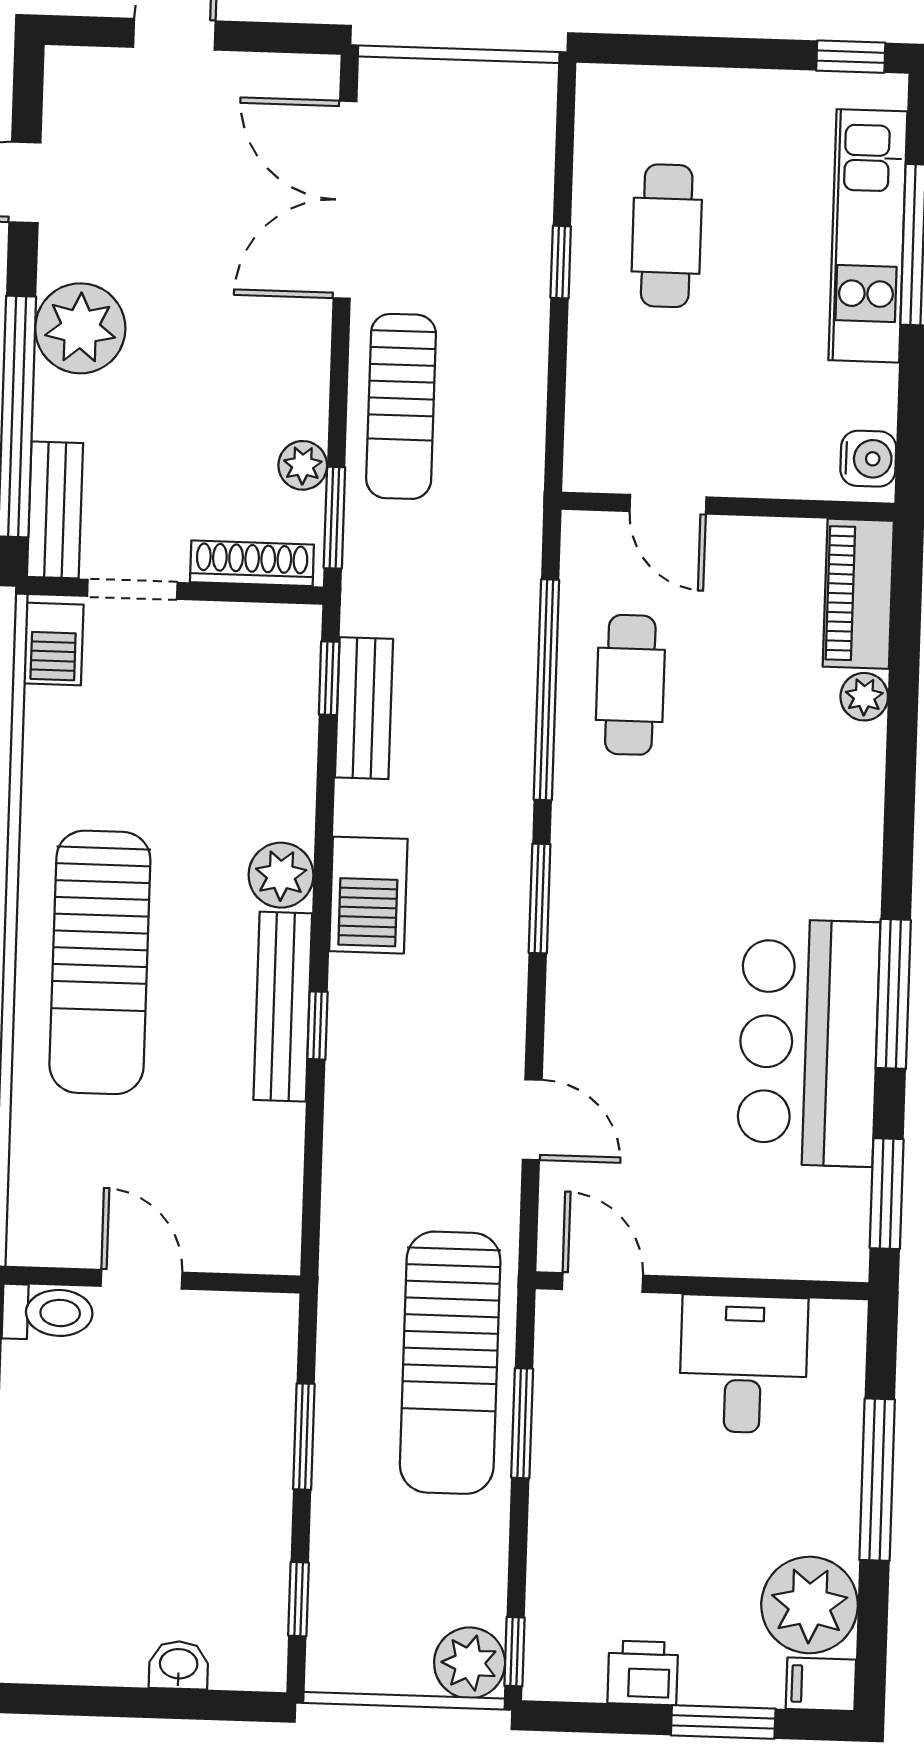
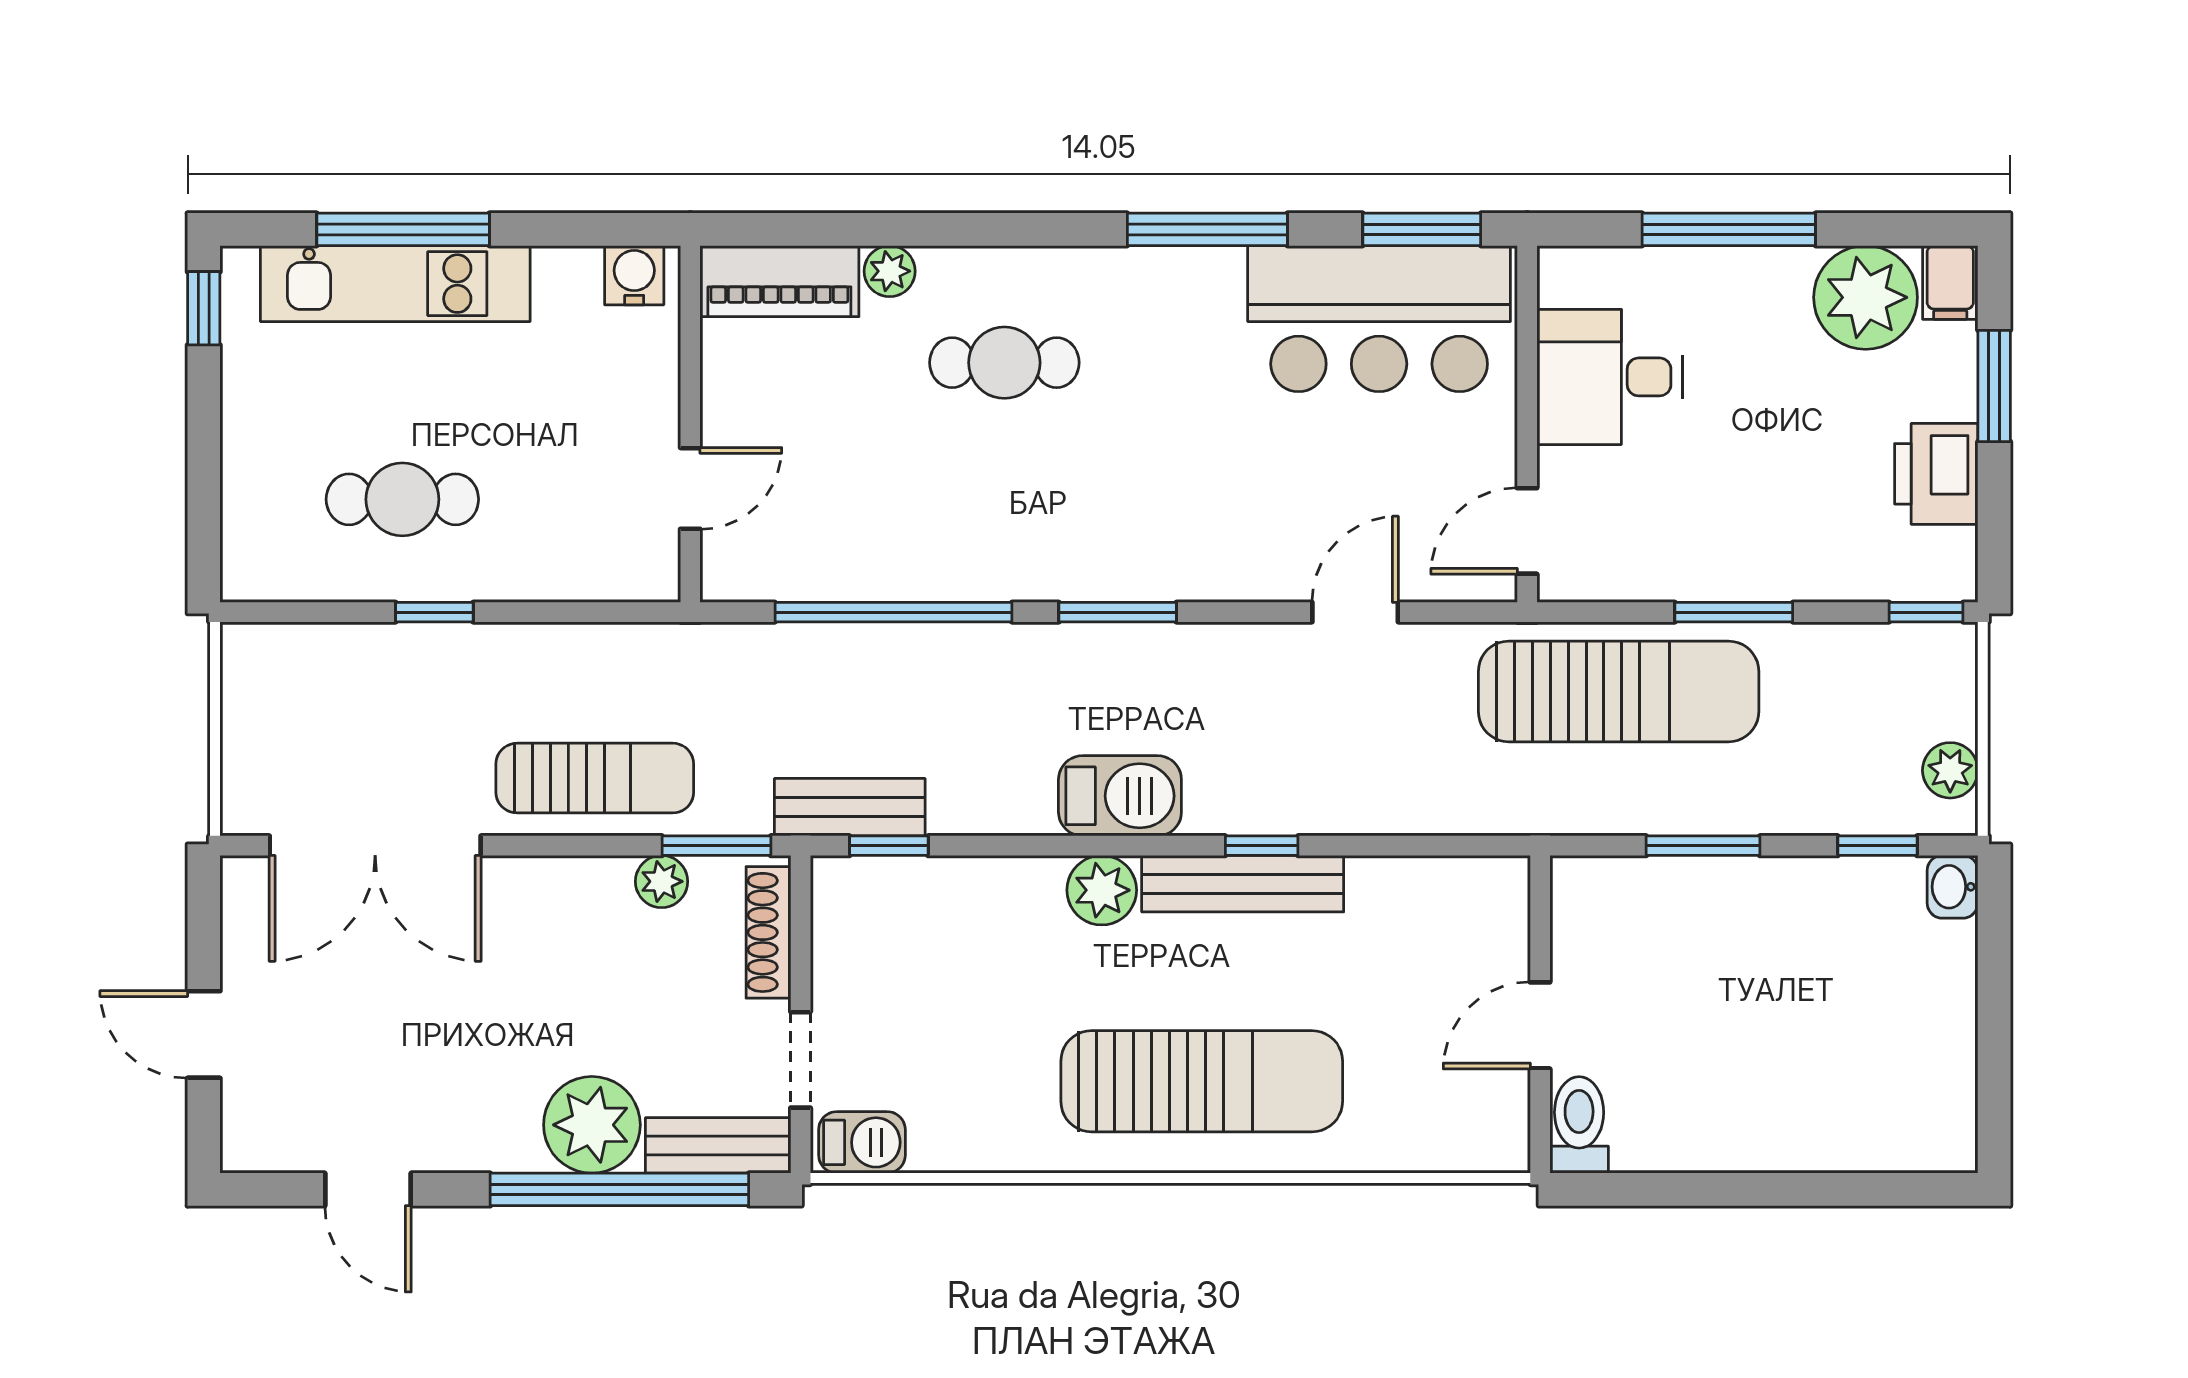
plant: (80, 328) -> (592, 1125), moved
cafe table: (630, 685) -> (1004, 363), moved
bench: (364, 708) -> (850, 807), moved
bar counter: (808, 1043) -> (1379, 319), moved
window: (522, 1423) -> (1734, 612), moved
plant: (470, 1663) -> (1950, 770), moved, width x0.73, depth x0.73
washbasin: (179, 1665) -> (1952, 887), moved
printer: (643, 1673) -> (1936, 474), width x1.36, depth x1.24

